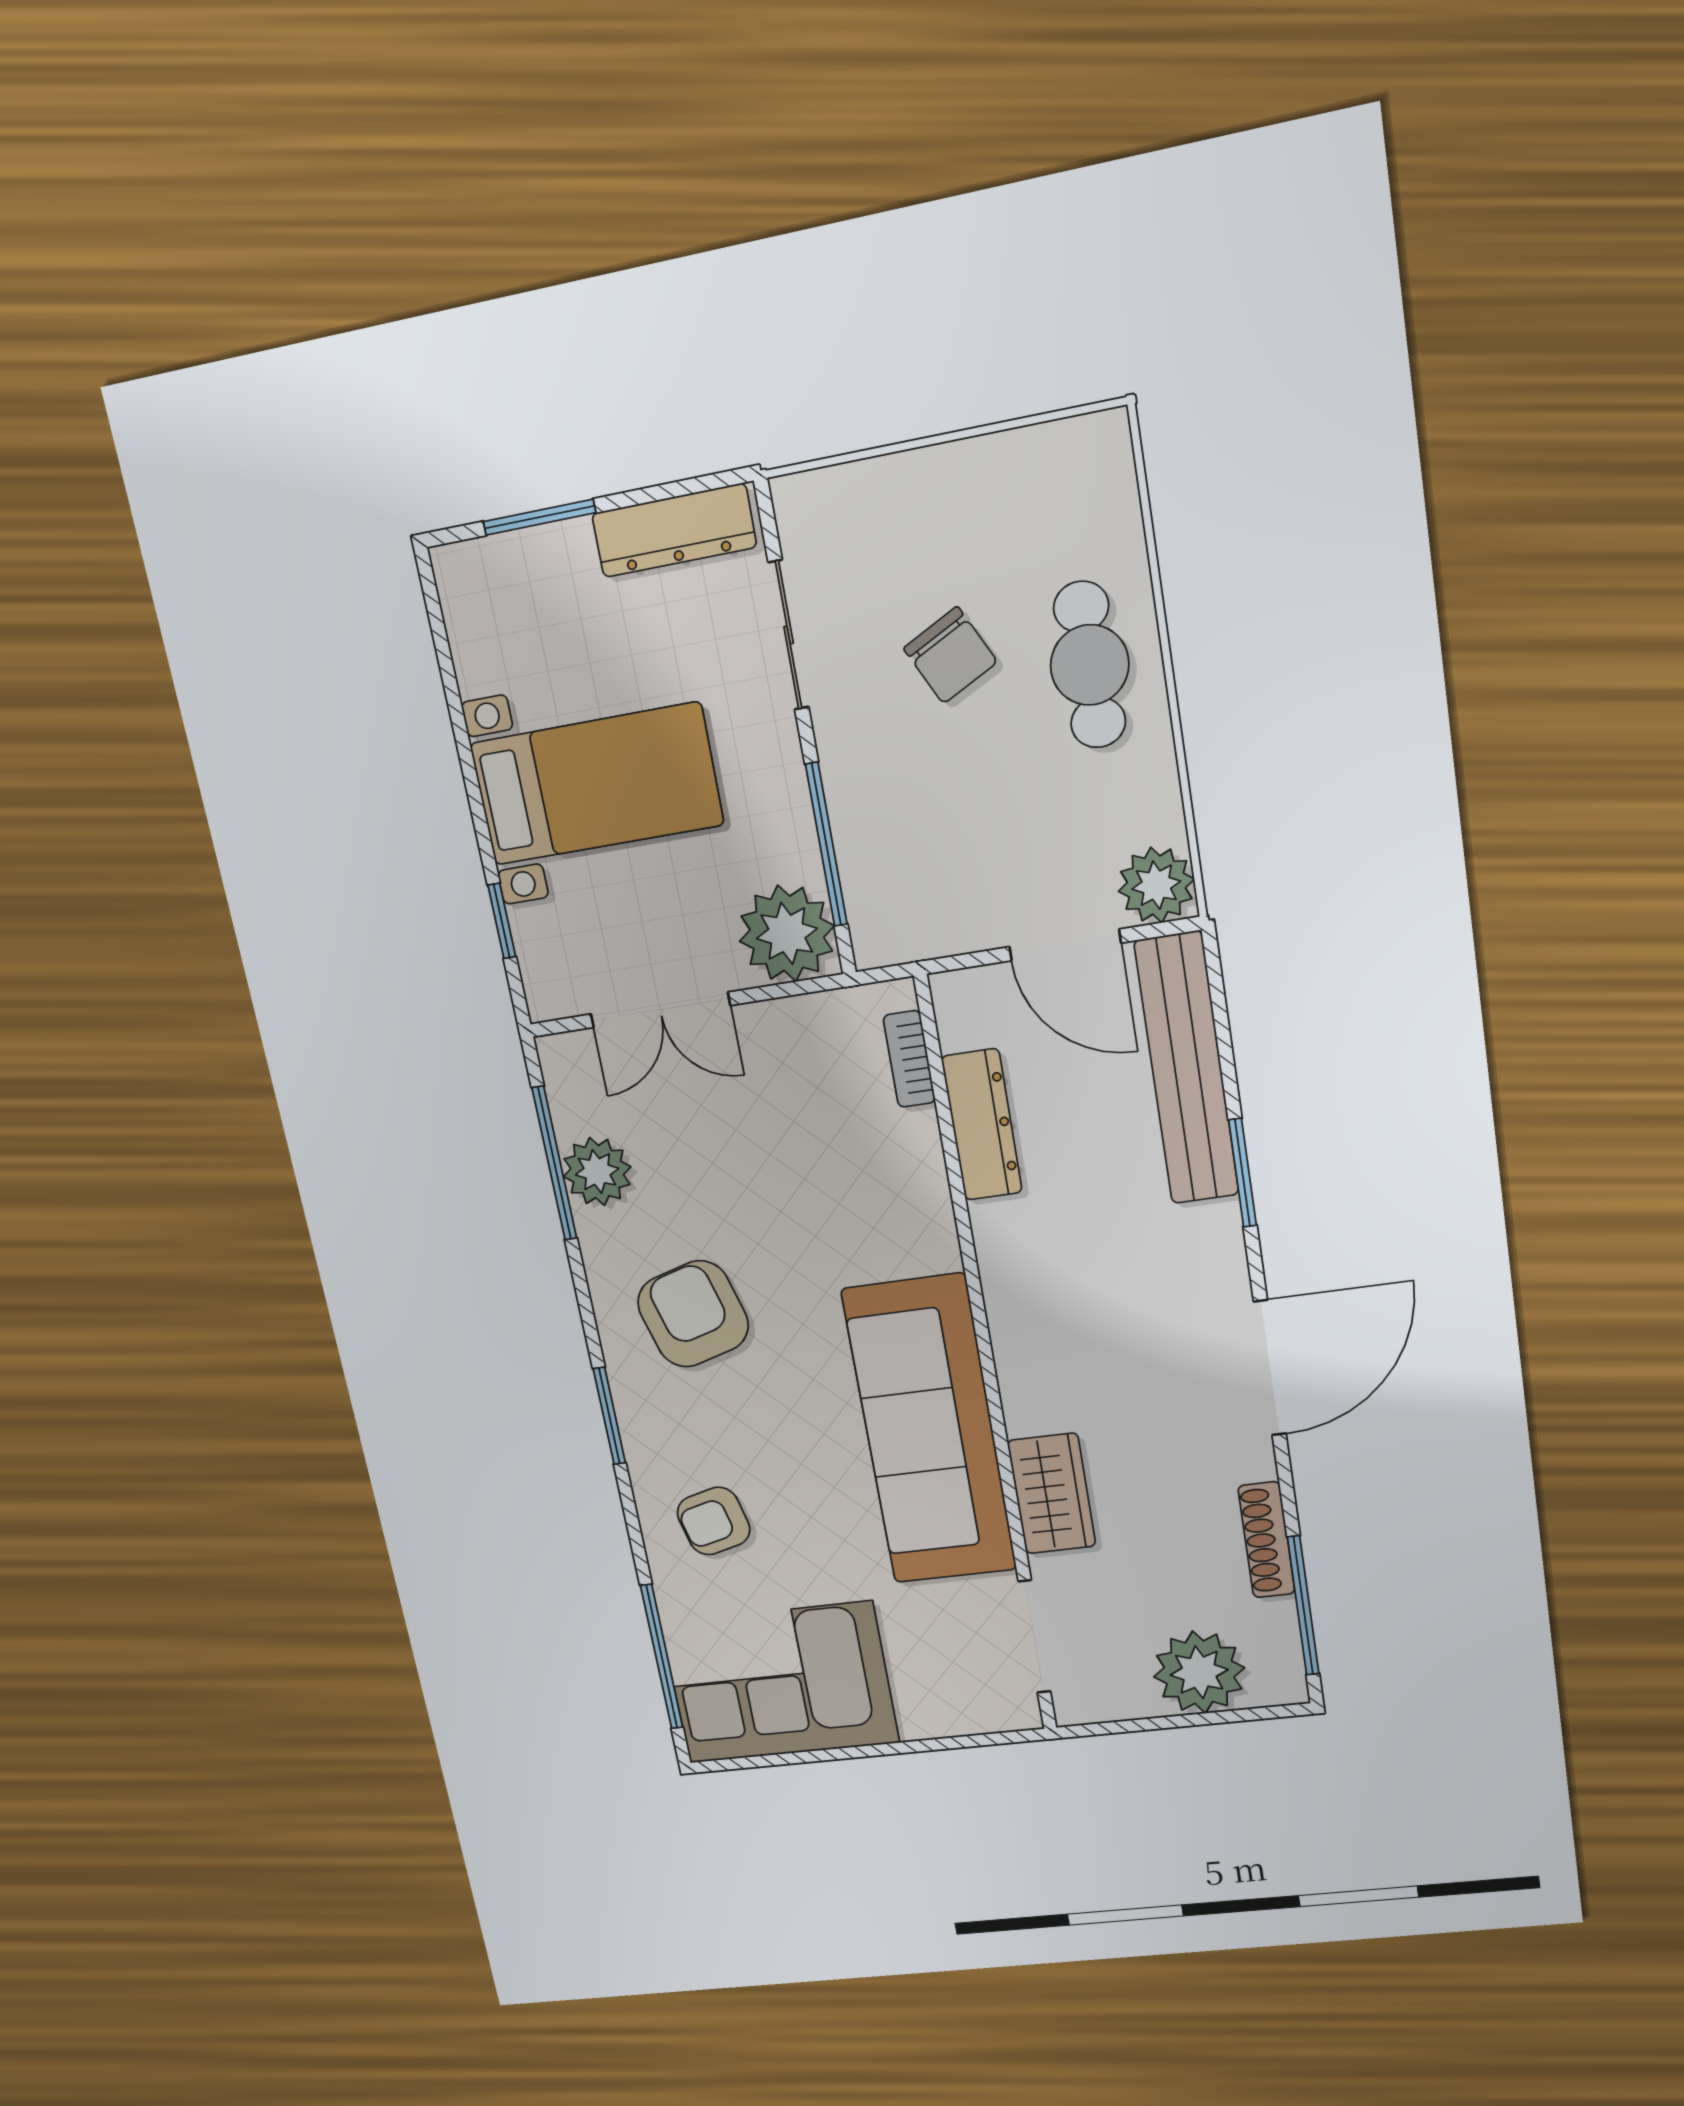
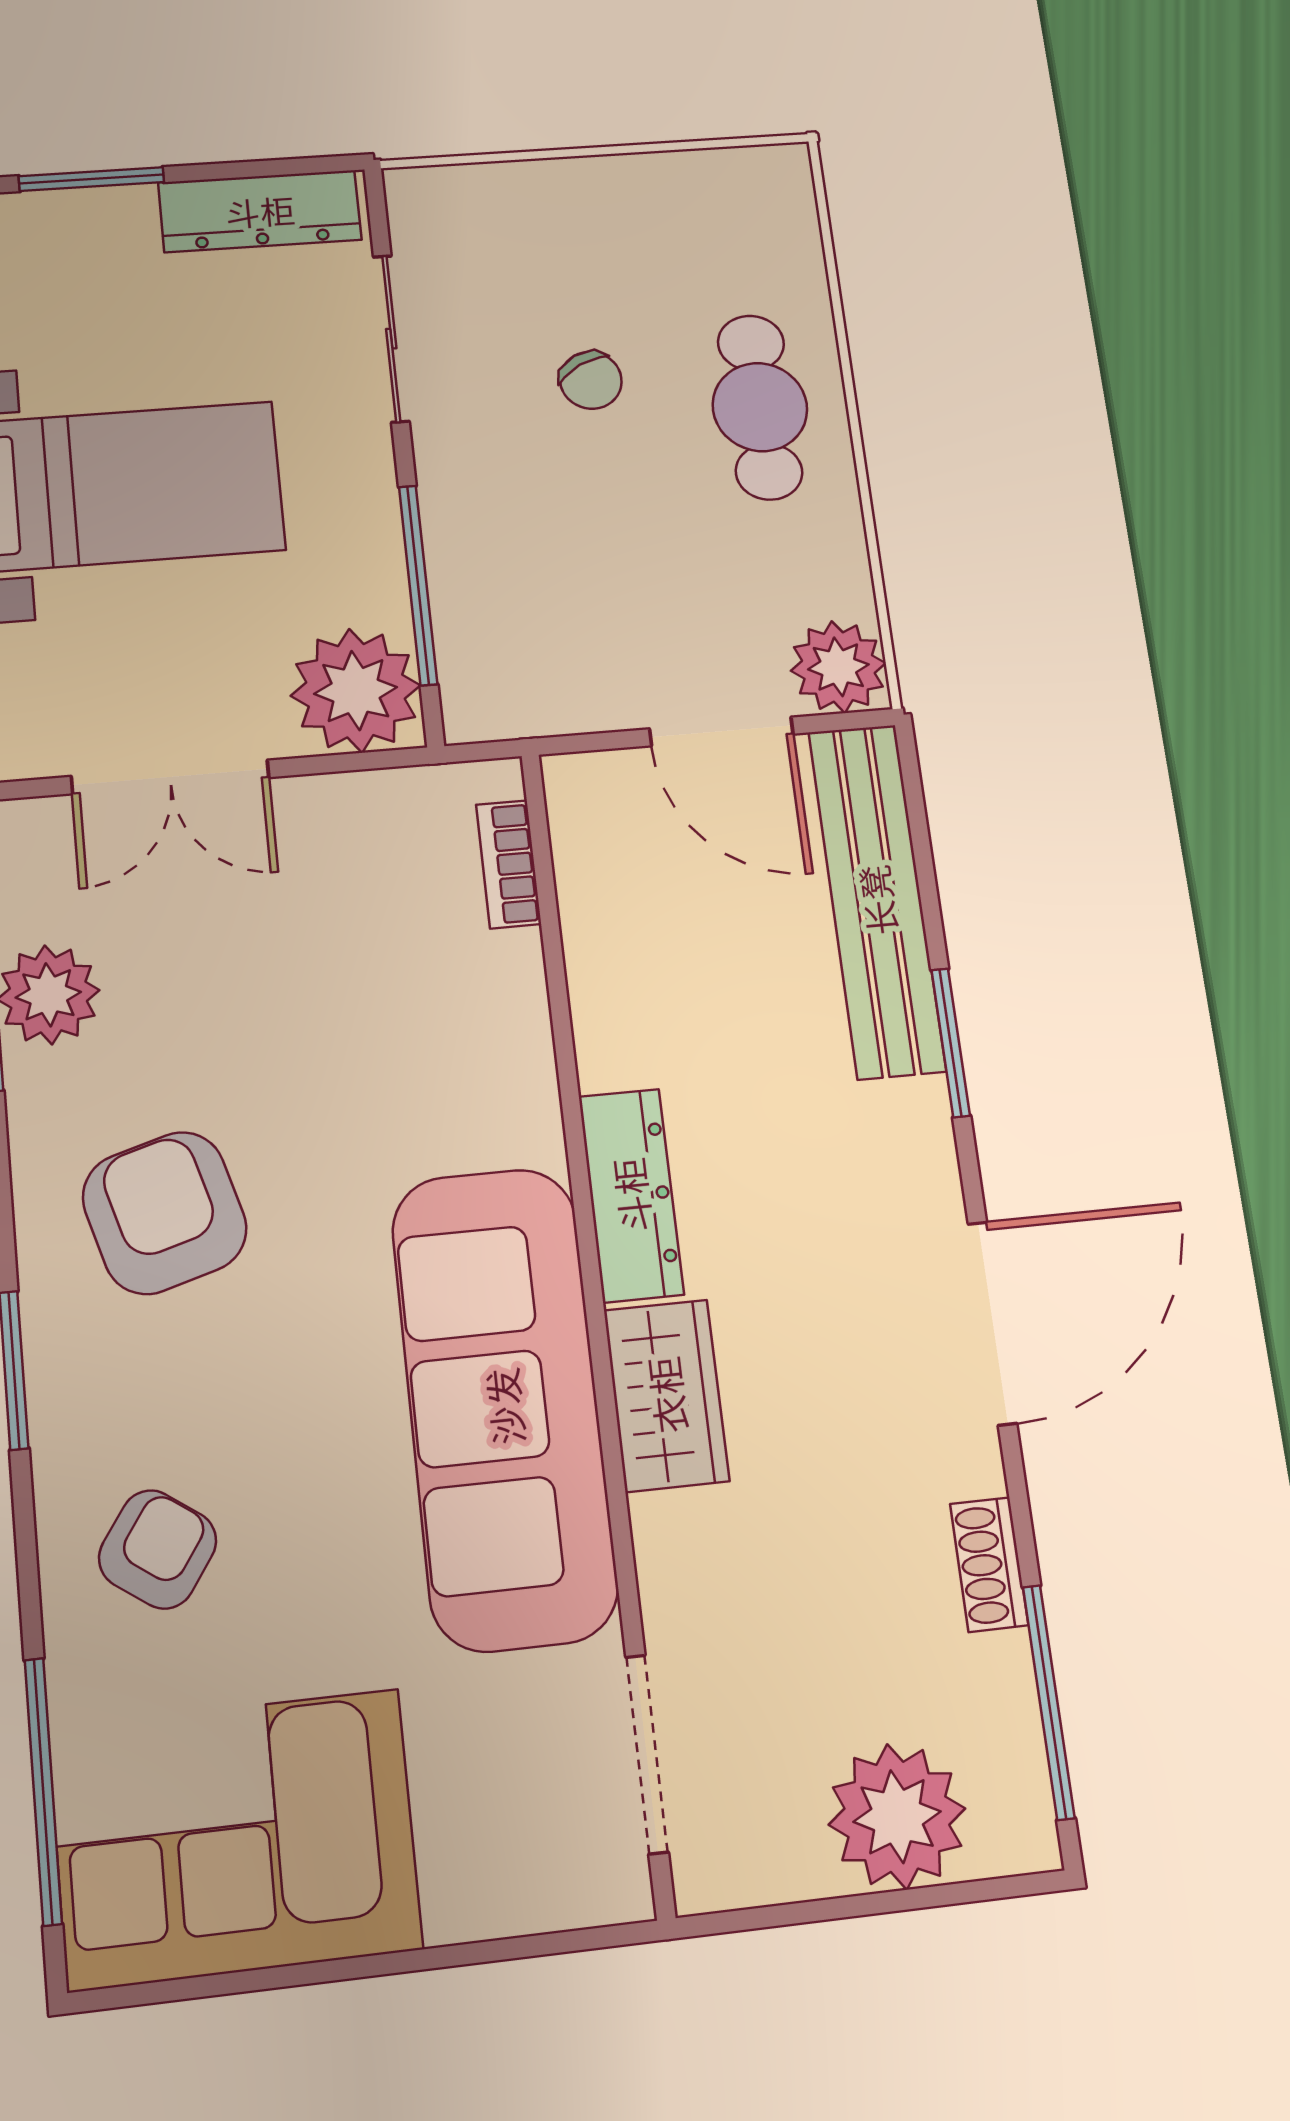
chair: (950, 655) -> (591, 380), width x0.73, depth x0.73
dresser: (982, 1125) -> (631, 1195), moved
wardrobe: (1052, 1494) -> (666, 1395), moved
armchair: (714, 1521) -> (158, 1549), turned 139
shoe rack: (1266, 1540) -> (989, 1564), width x0.70

